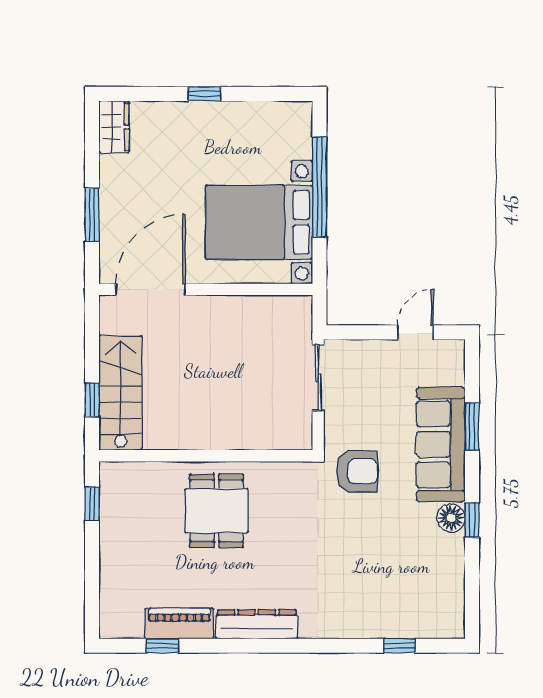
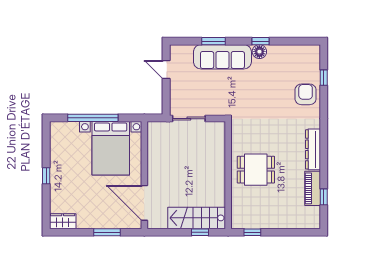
armchair: (357, 471) -> (306, 94), moved

